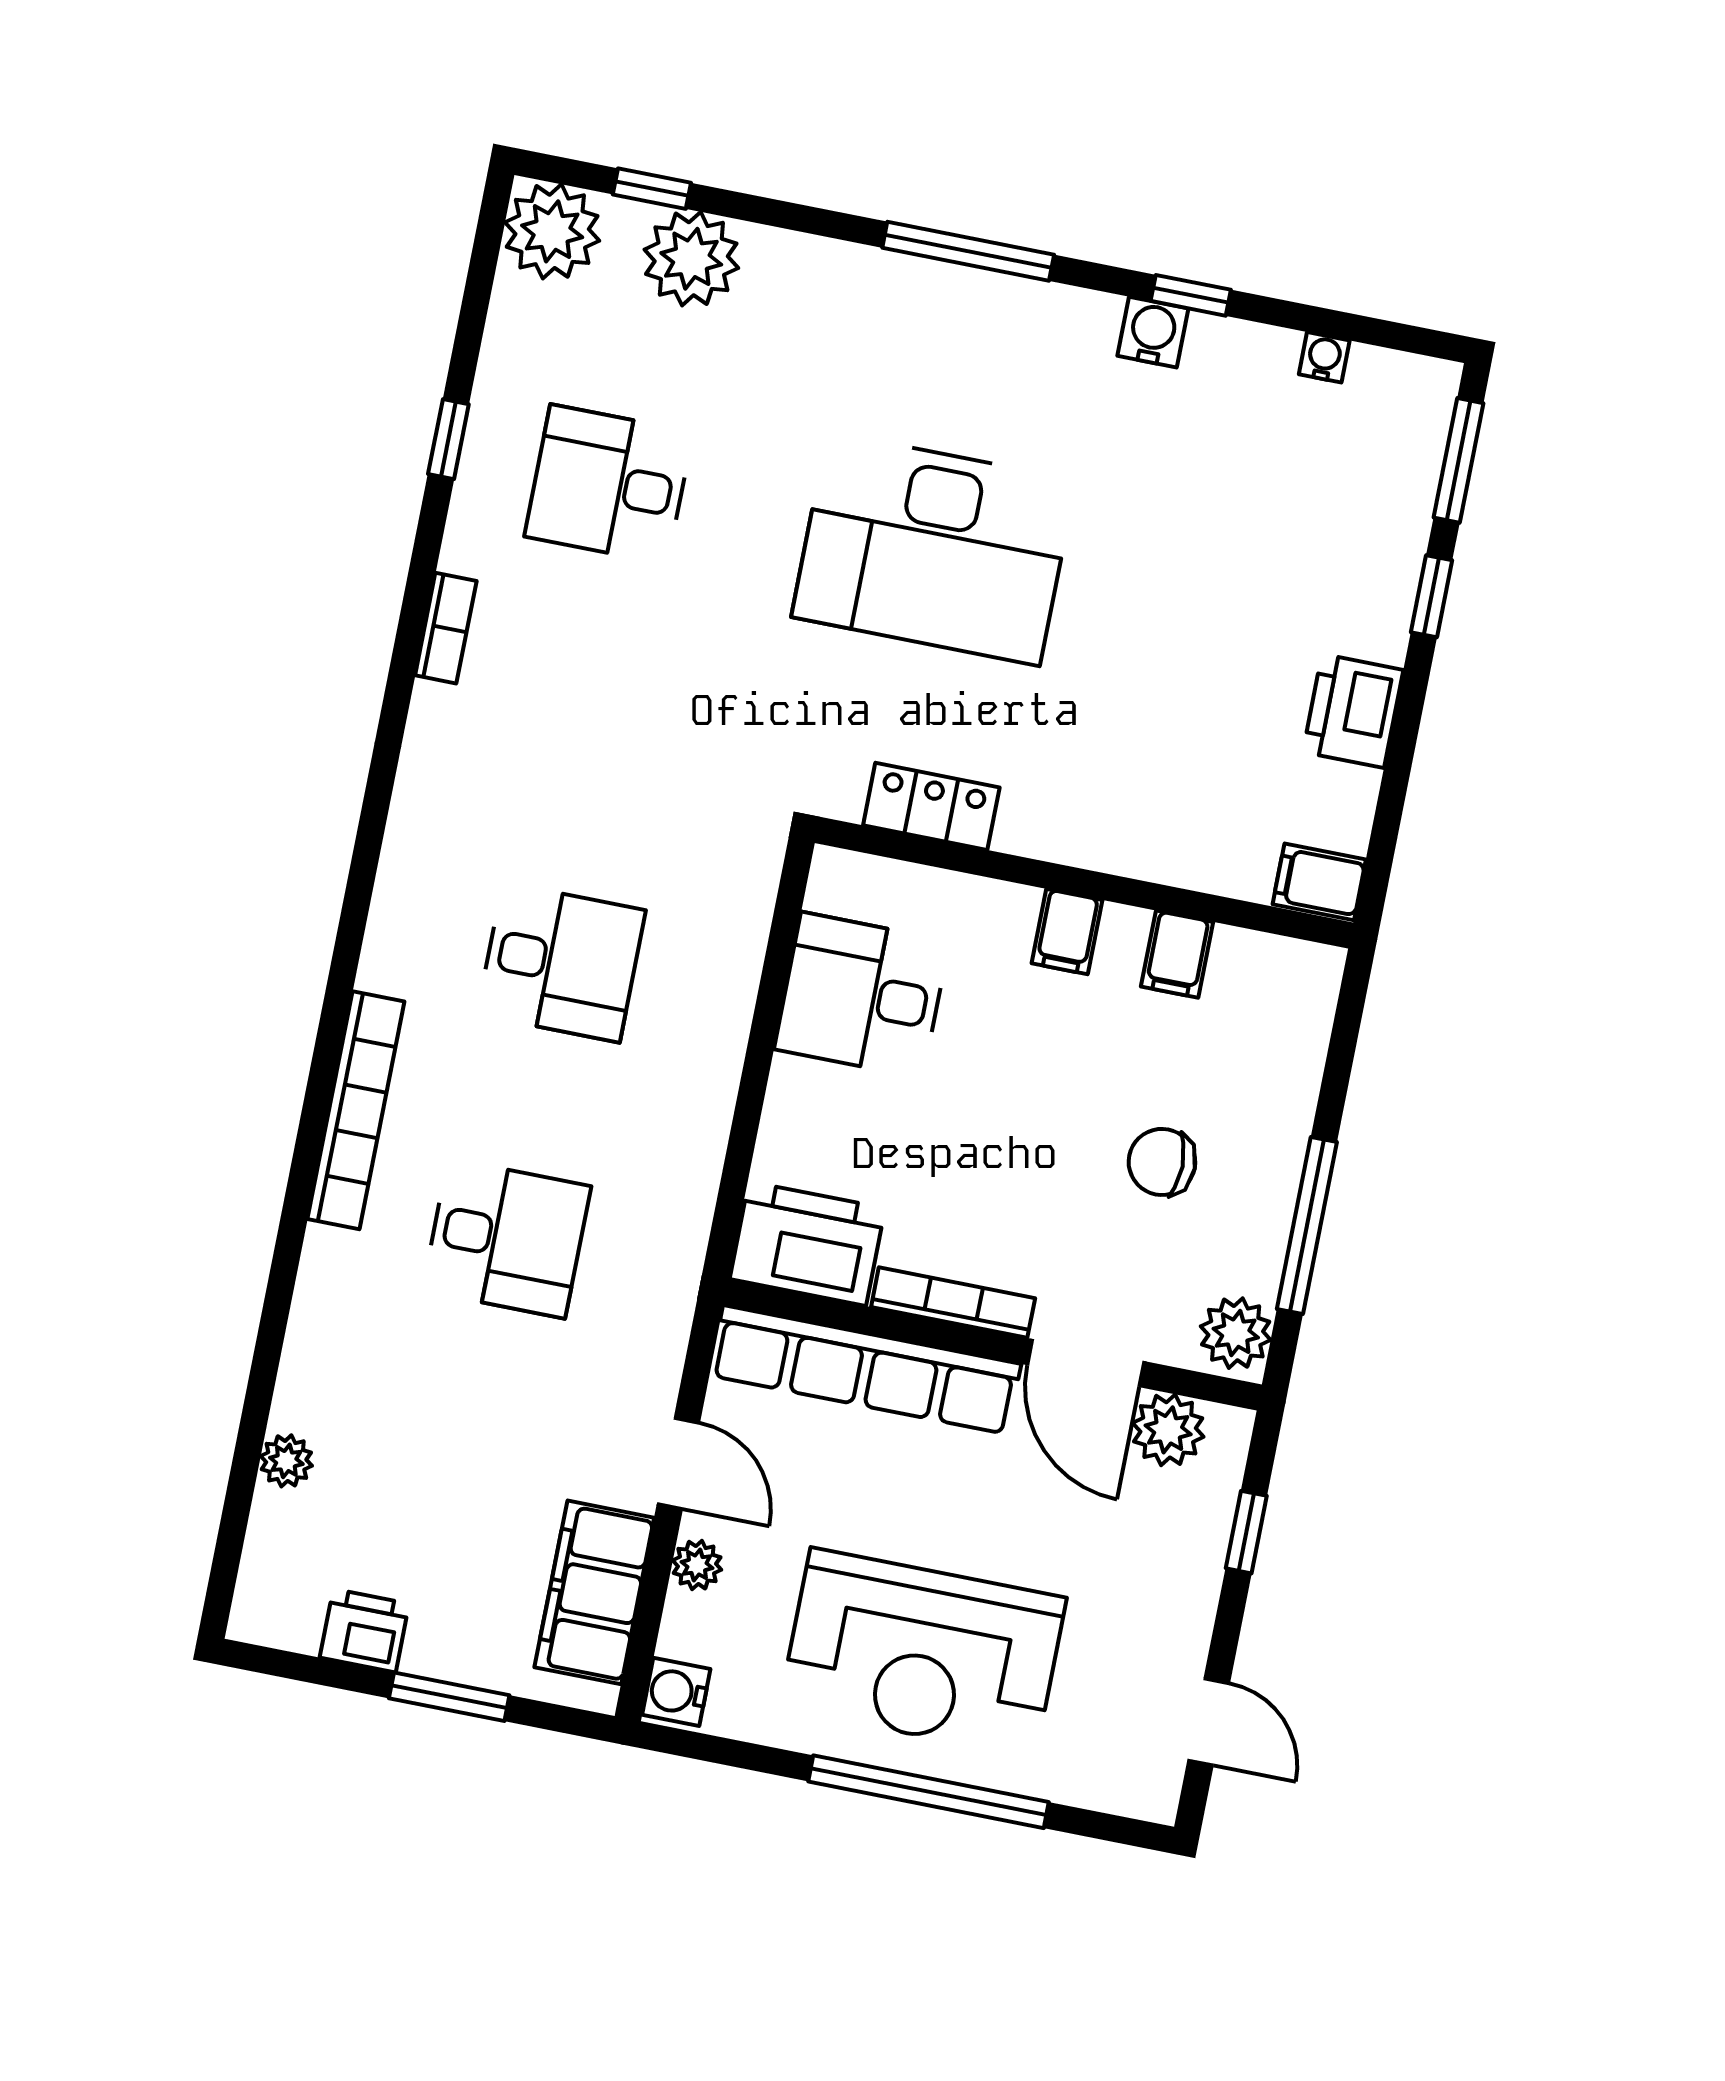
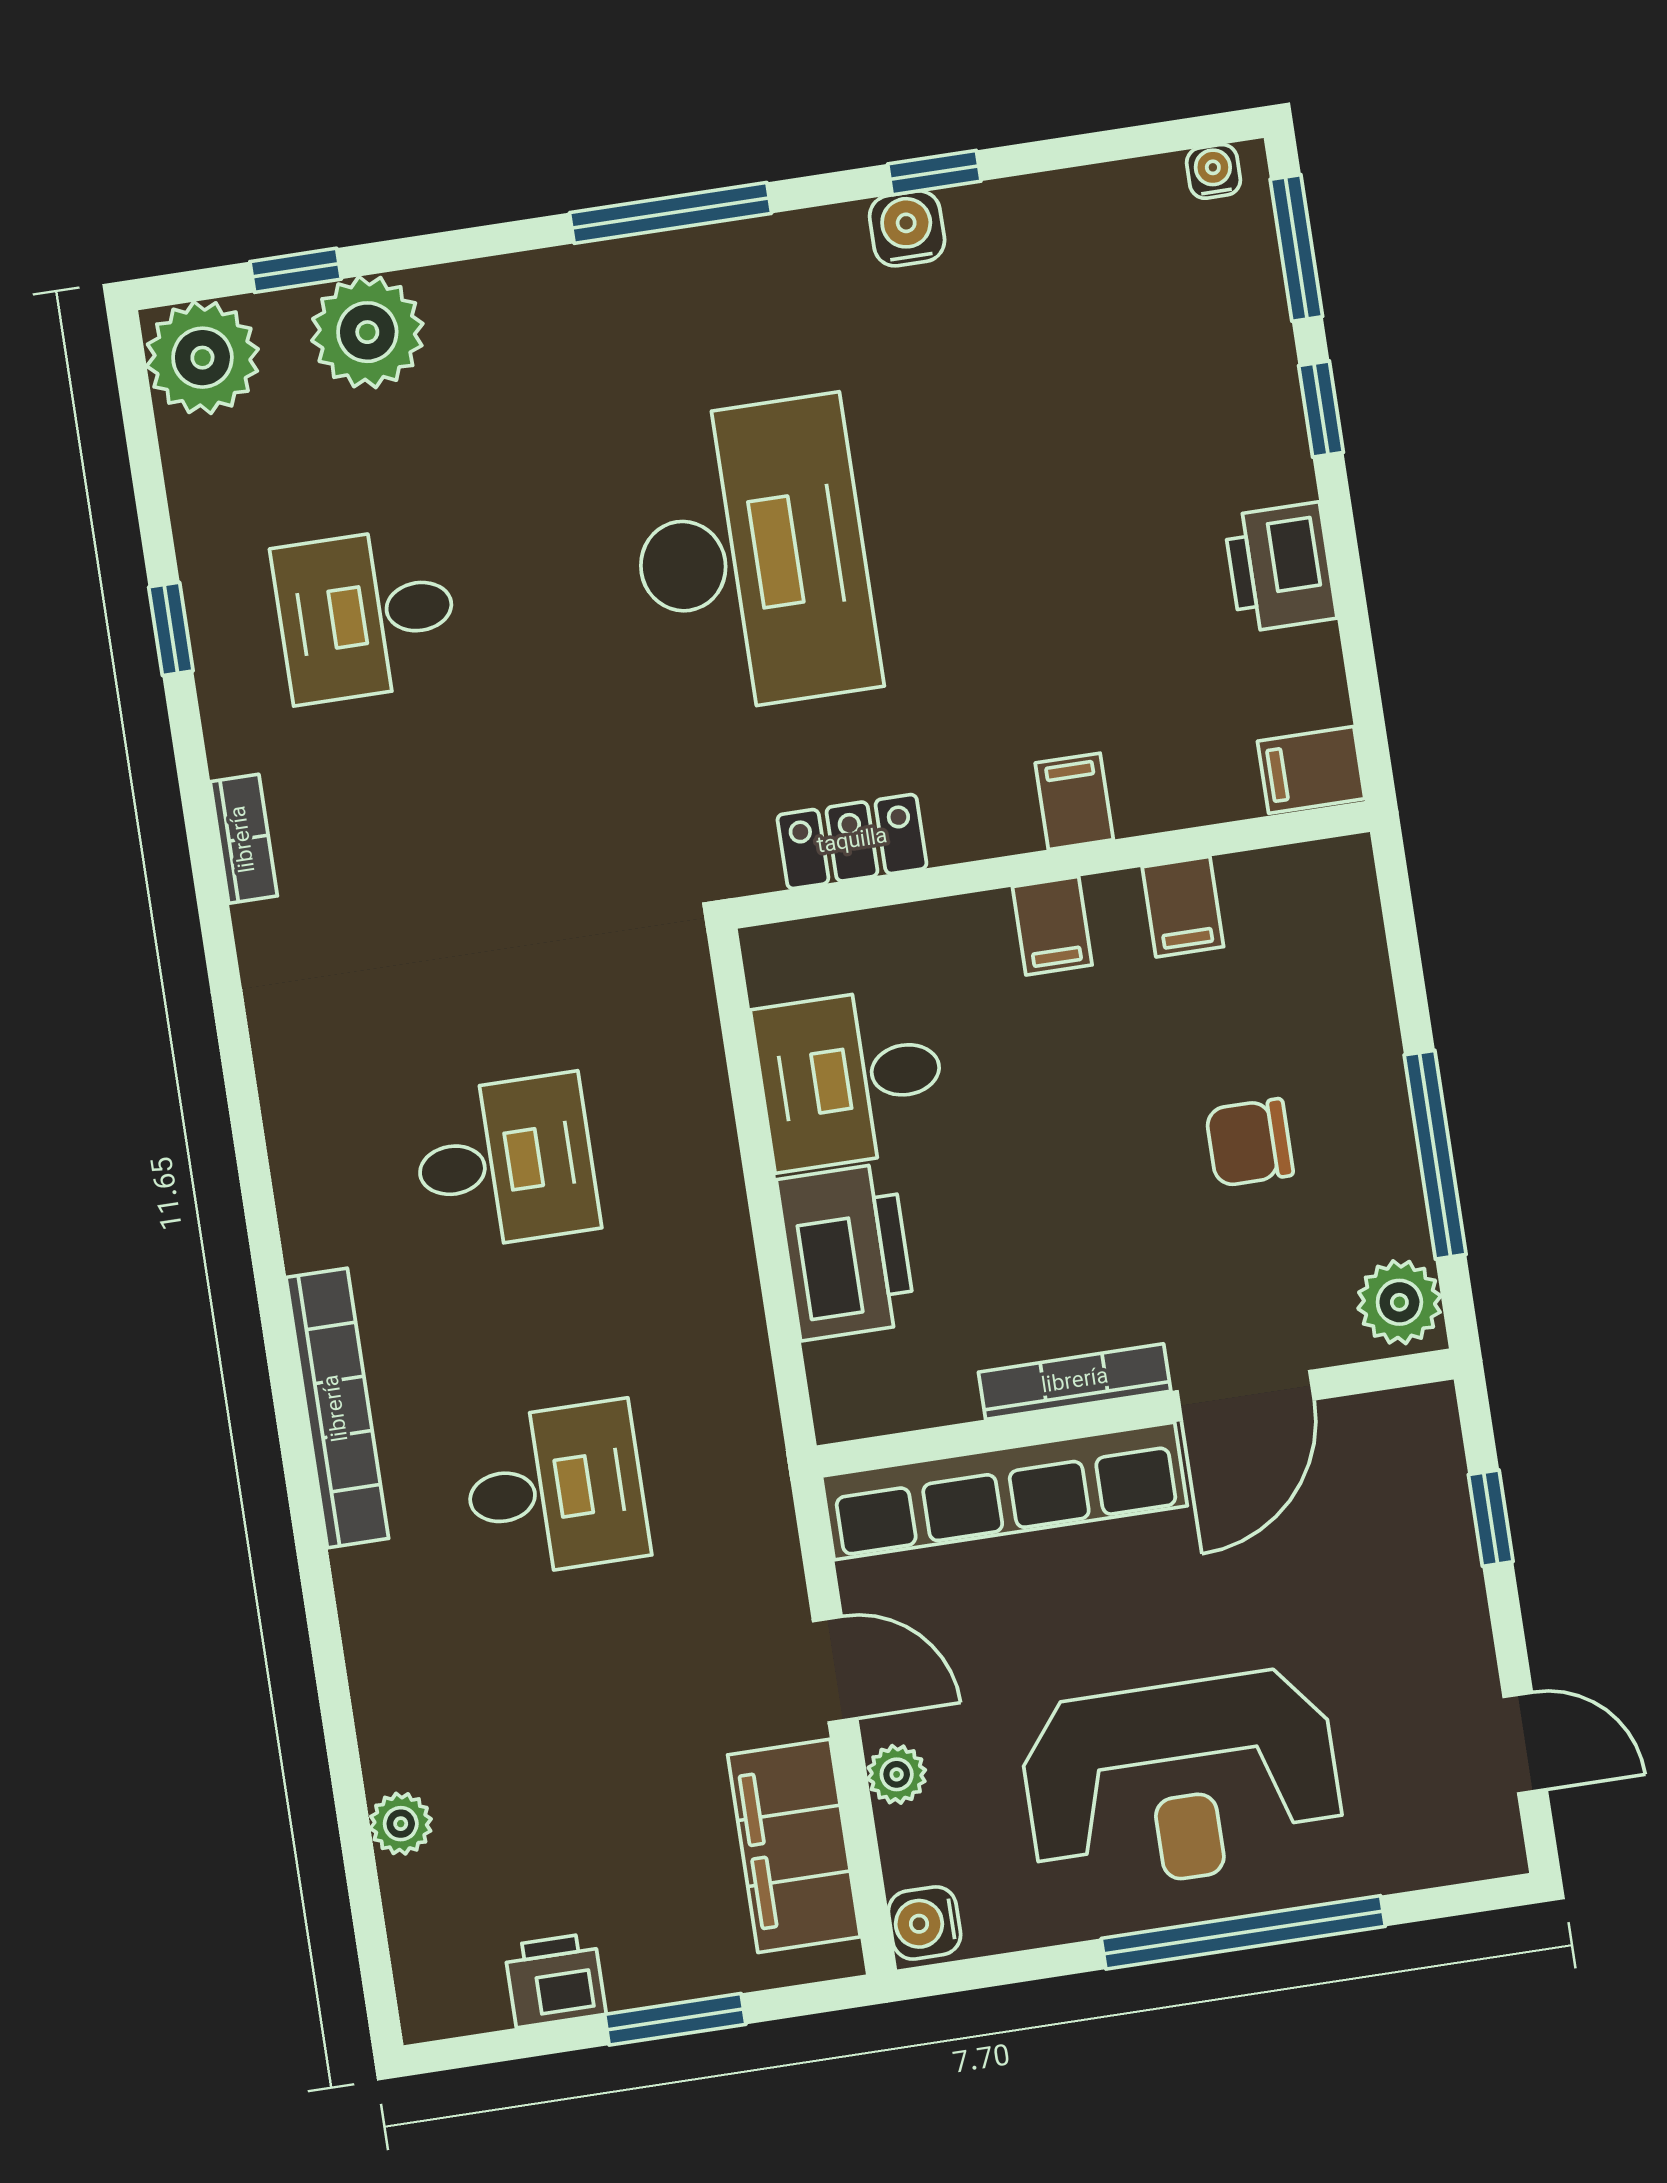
water cooler: (1324, 357) -> (1213, 171), moved
desk: (934, 549) -> (752, 556), turned -90
filing cabinet: (1121, 838) -> (1074, 801), added
printer: (807, 1244) -> (846, 1251), moved, turned 90
door: (1086, 1363) -> (1246, 1395), hinge flipped
plant: (1168, 1430) -> (1363, 1436), removed

